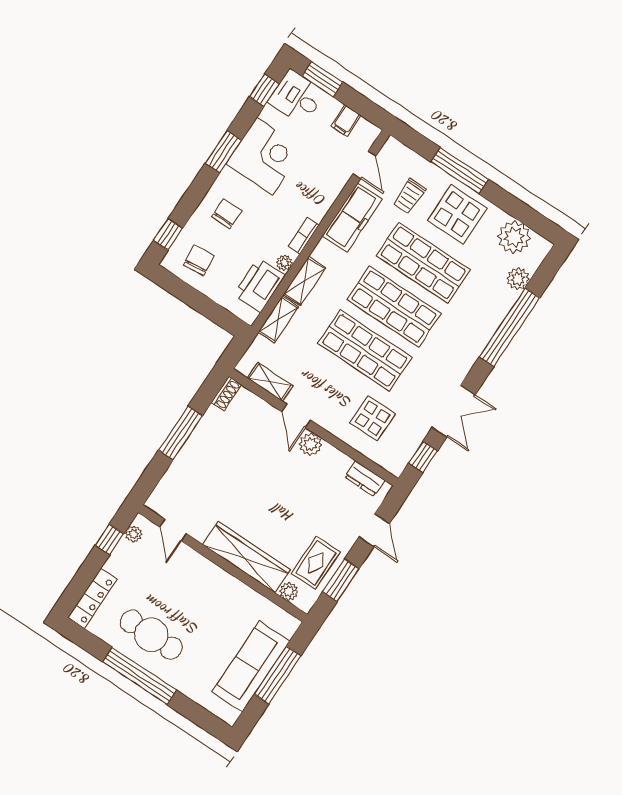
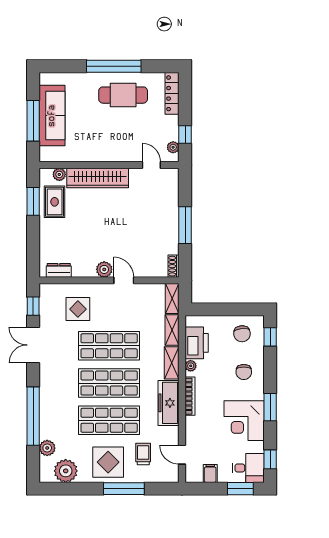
freezer: (352, 217) -> (169, 403), moved
bookcase: (304, 236) -> (190, 396), width x1.56
shelving: (270, 382) -> (172, 299), moved, turned 90
door: (374, 530) -> (33, 244), removed

